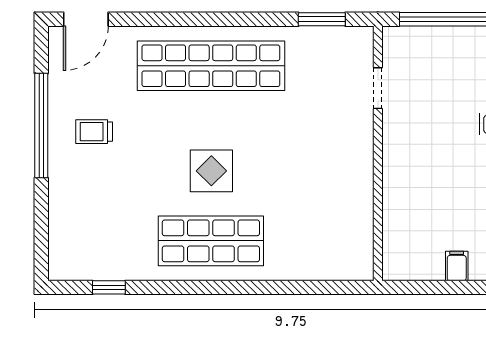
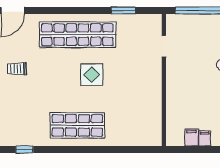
window: (322, 19) -> (123, 11), moved
display table: (211, 171) -> (92, 75), moved
filing cabinet: (431, 264) -> (191, 137), added

